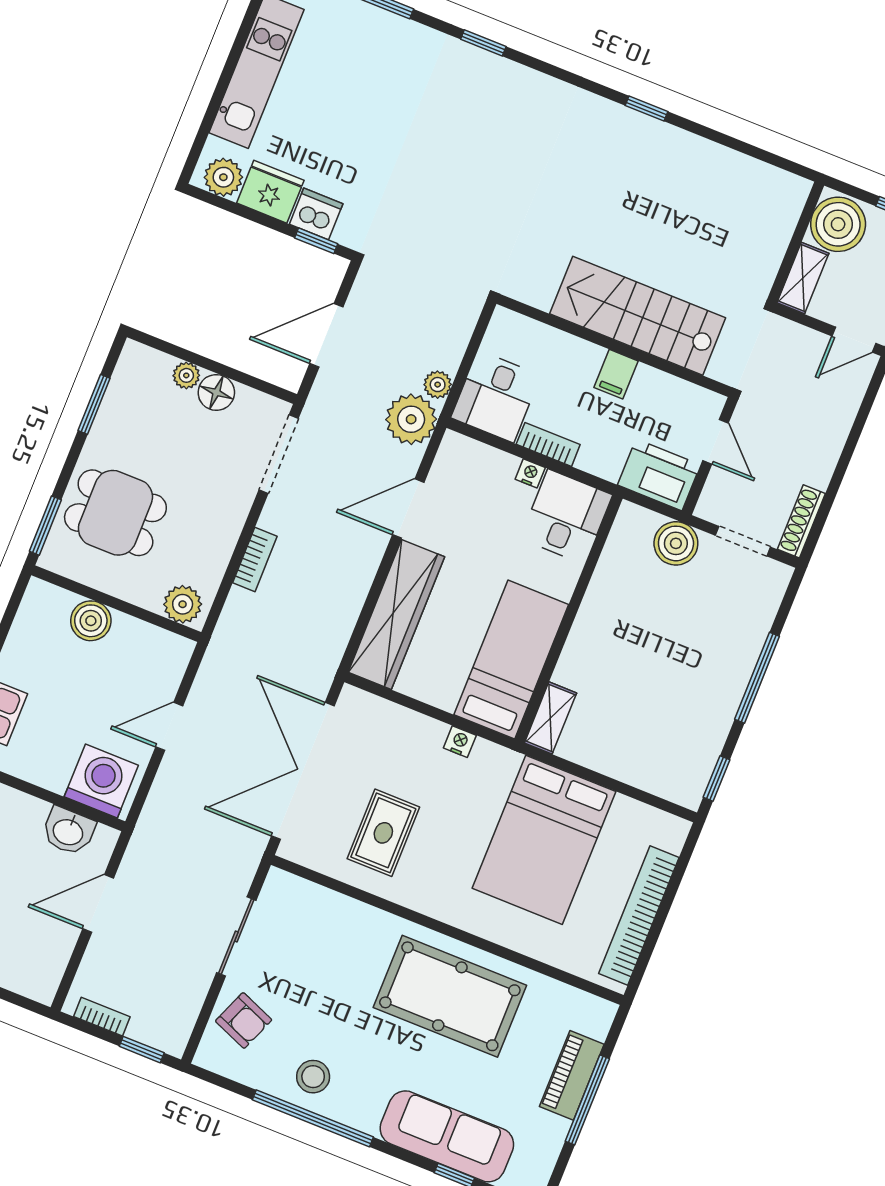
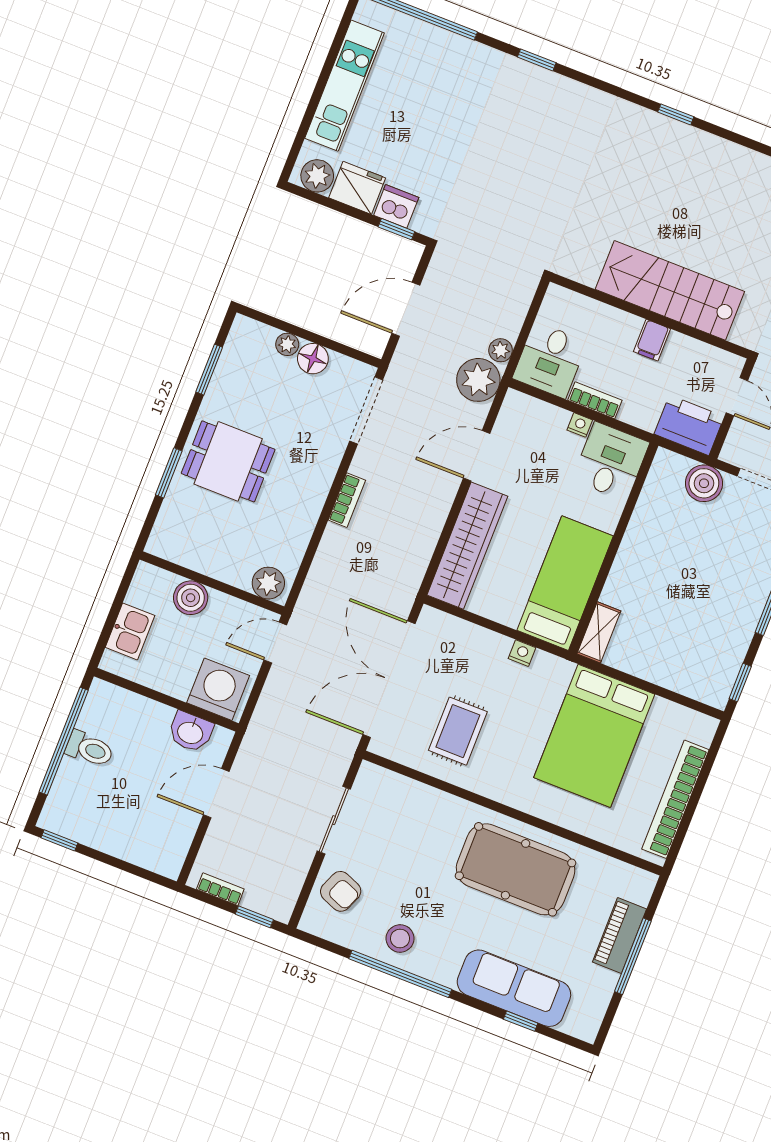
wall: (116, 604) -> (212, 583), moved
plant: (183, 604) -> (268, 583), moved
boiler: (91, 621) -> (191, 598), moved

